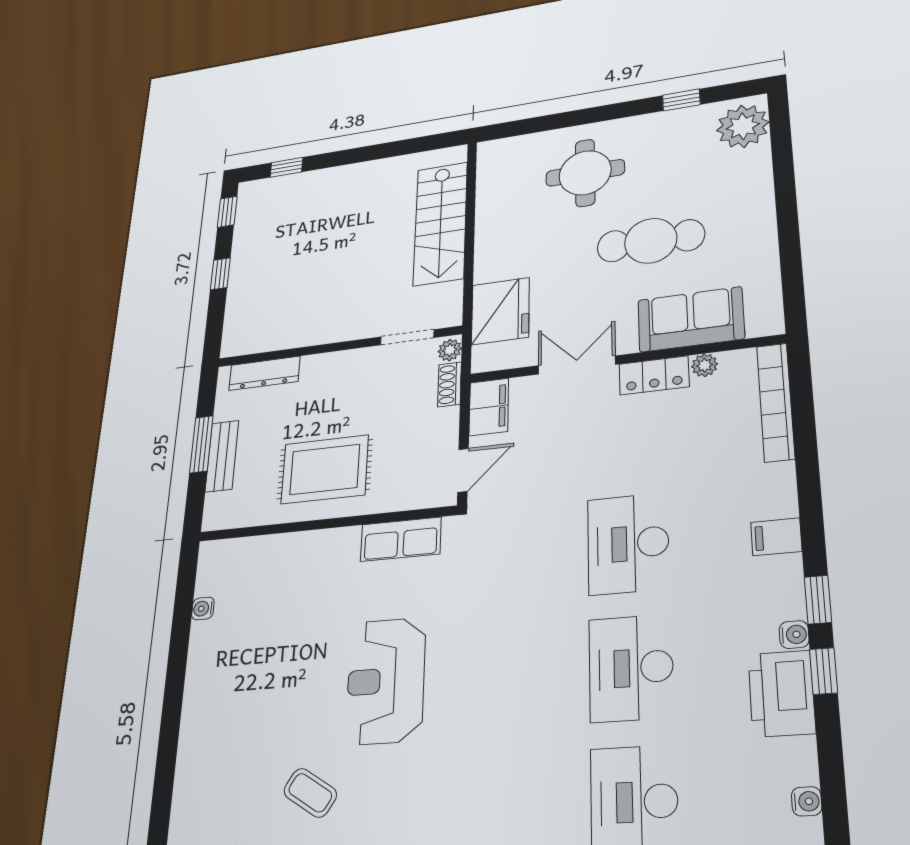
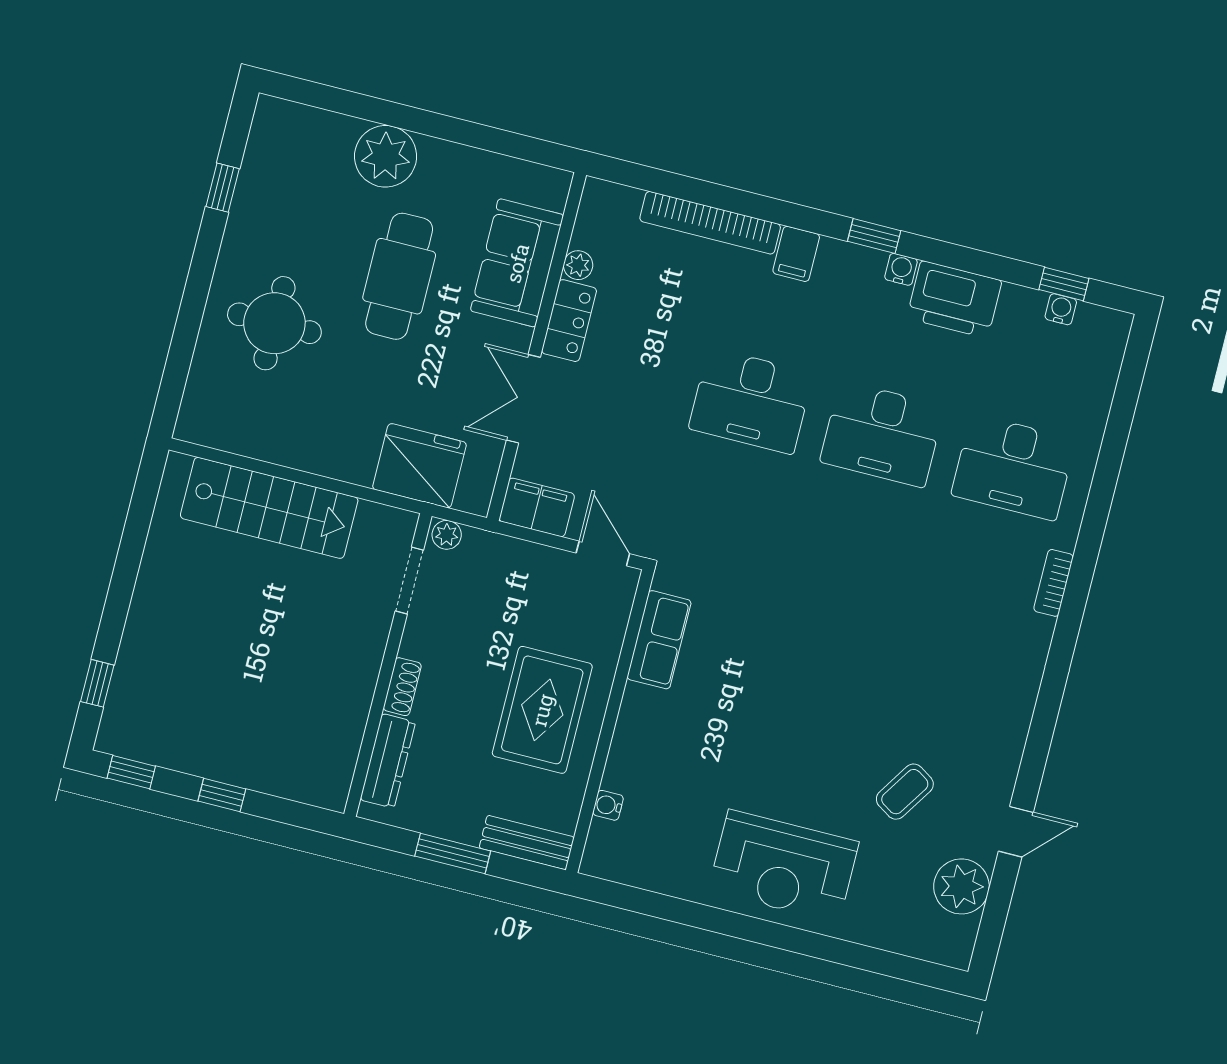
plant: (743, 126) -> (386, 156), moved
shoe rack: (450, 384) -> (402, 687), moved, turned -90
bookcase: (776, 402) -> (710, 223), moved
bench: (222, 456) -> (527, 842), moved
water cooler: (203, 608) -> (608, 805), moved, turned 90
window: (824, 671) -> (1064, 284), moved
reception desk: (386, 681) -> (784, 866), moved

